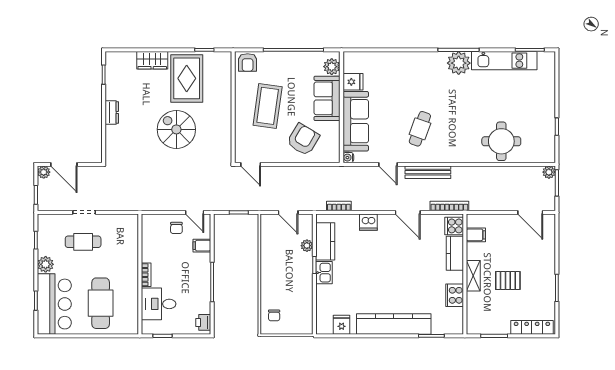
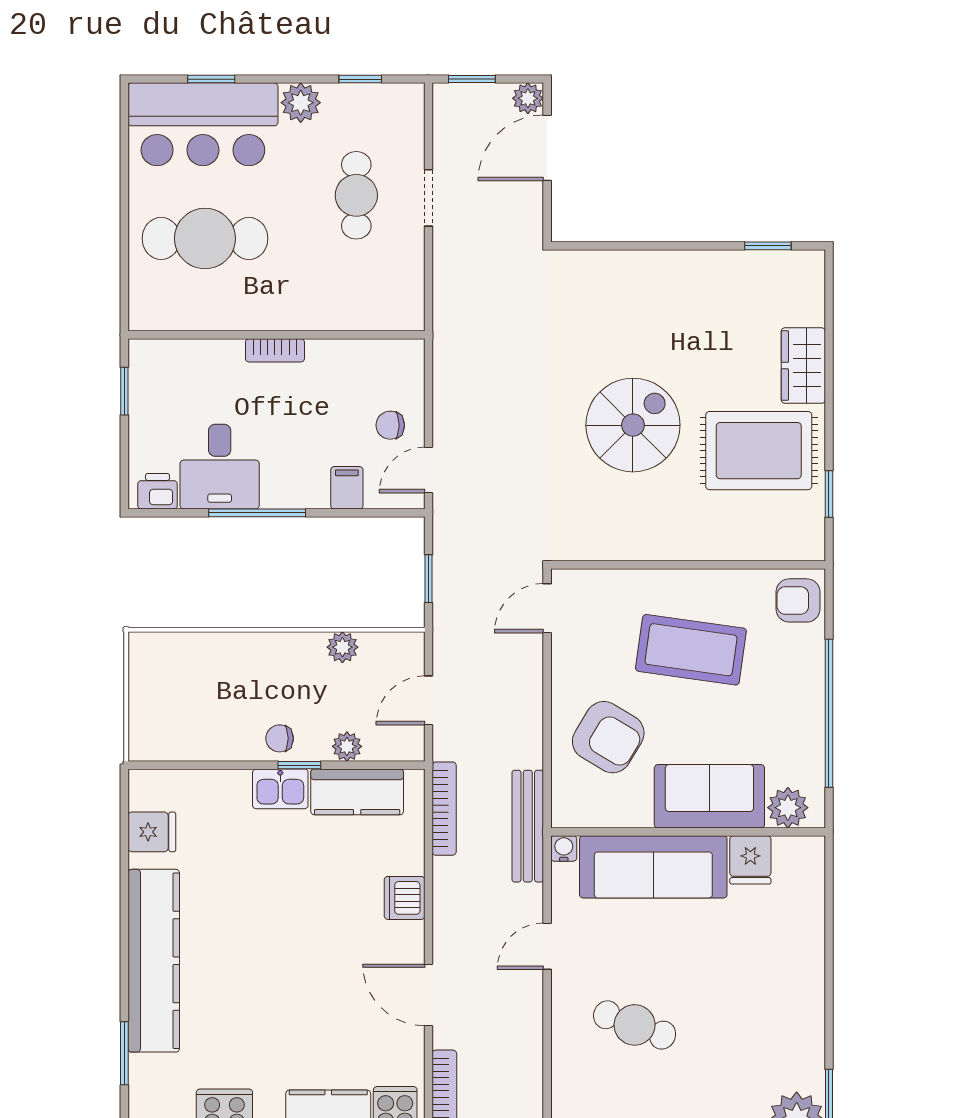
dresser: (112, 112) -> (675, 266), removed
bench: (428, 172) -> (528, 826), moved
bookcase: (339, 206) -> (444, 809), width x1.56
door: (408, 212) -> (428, 995), hinge flipped
plant: (267, 247) -> (342, 647), added
desk: (159, 304) -> (220, 467), moved, turned 180
chair: (274, 315) -> (280, 738), moved

